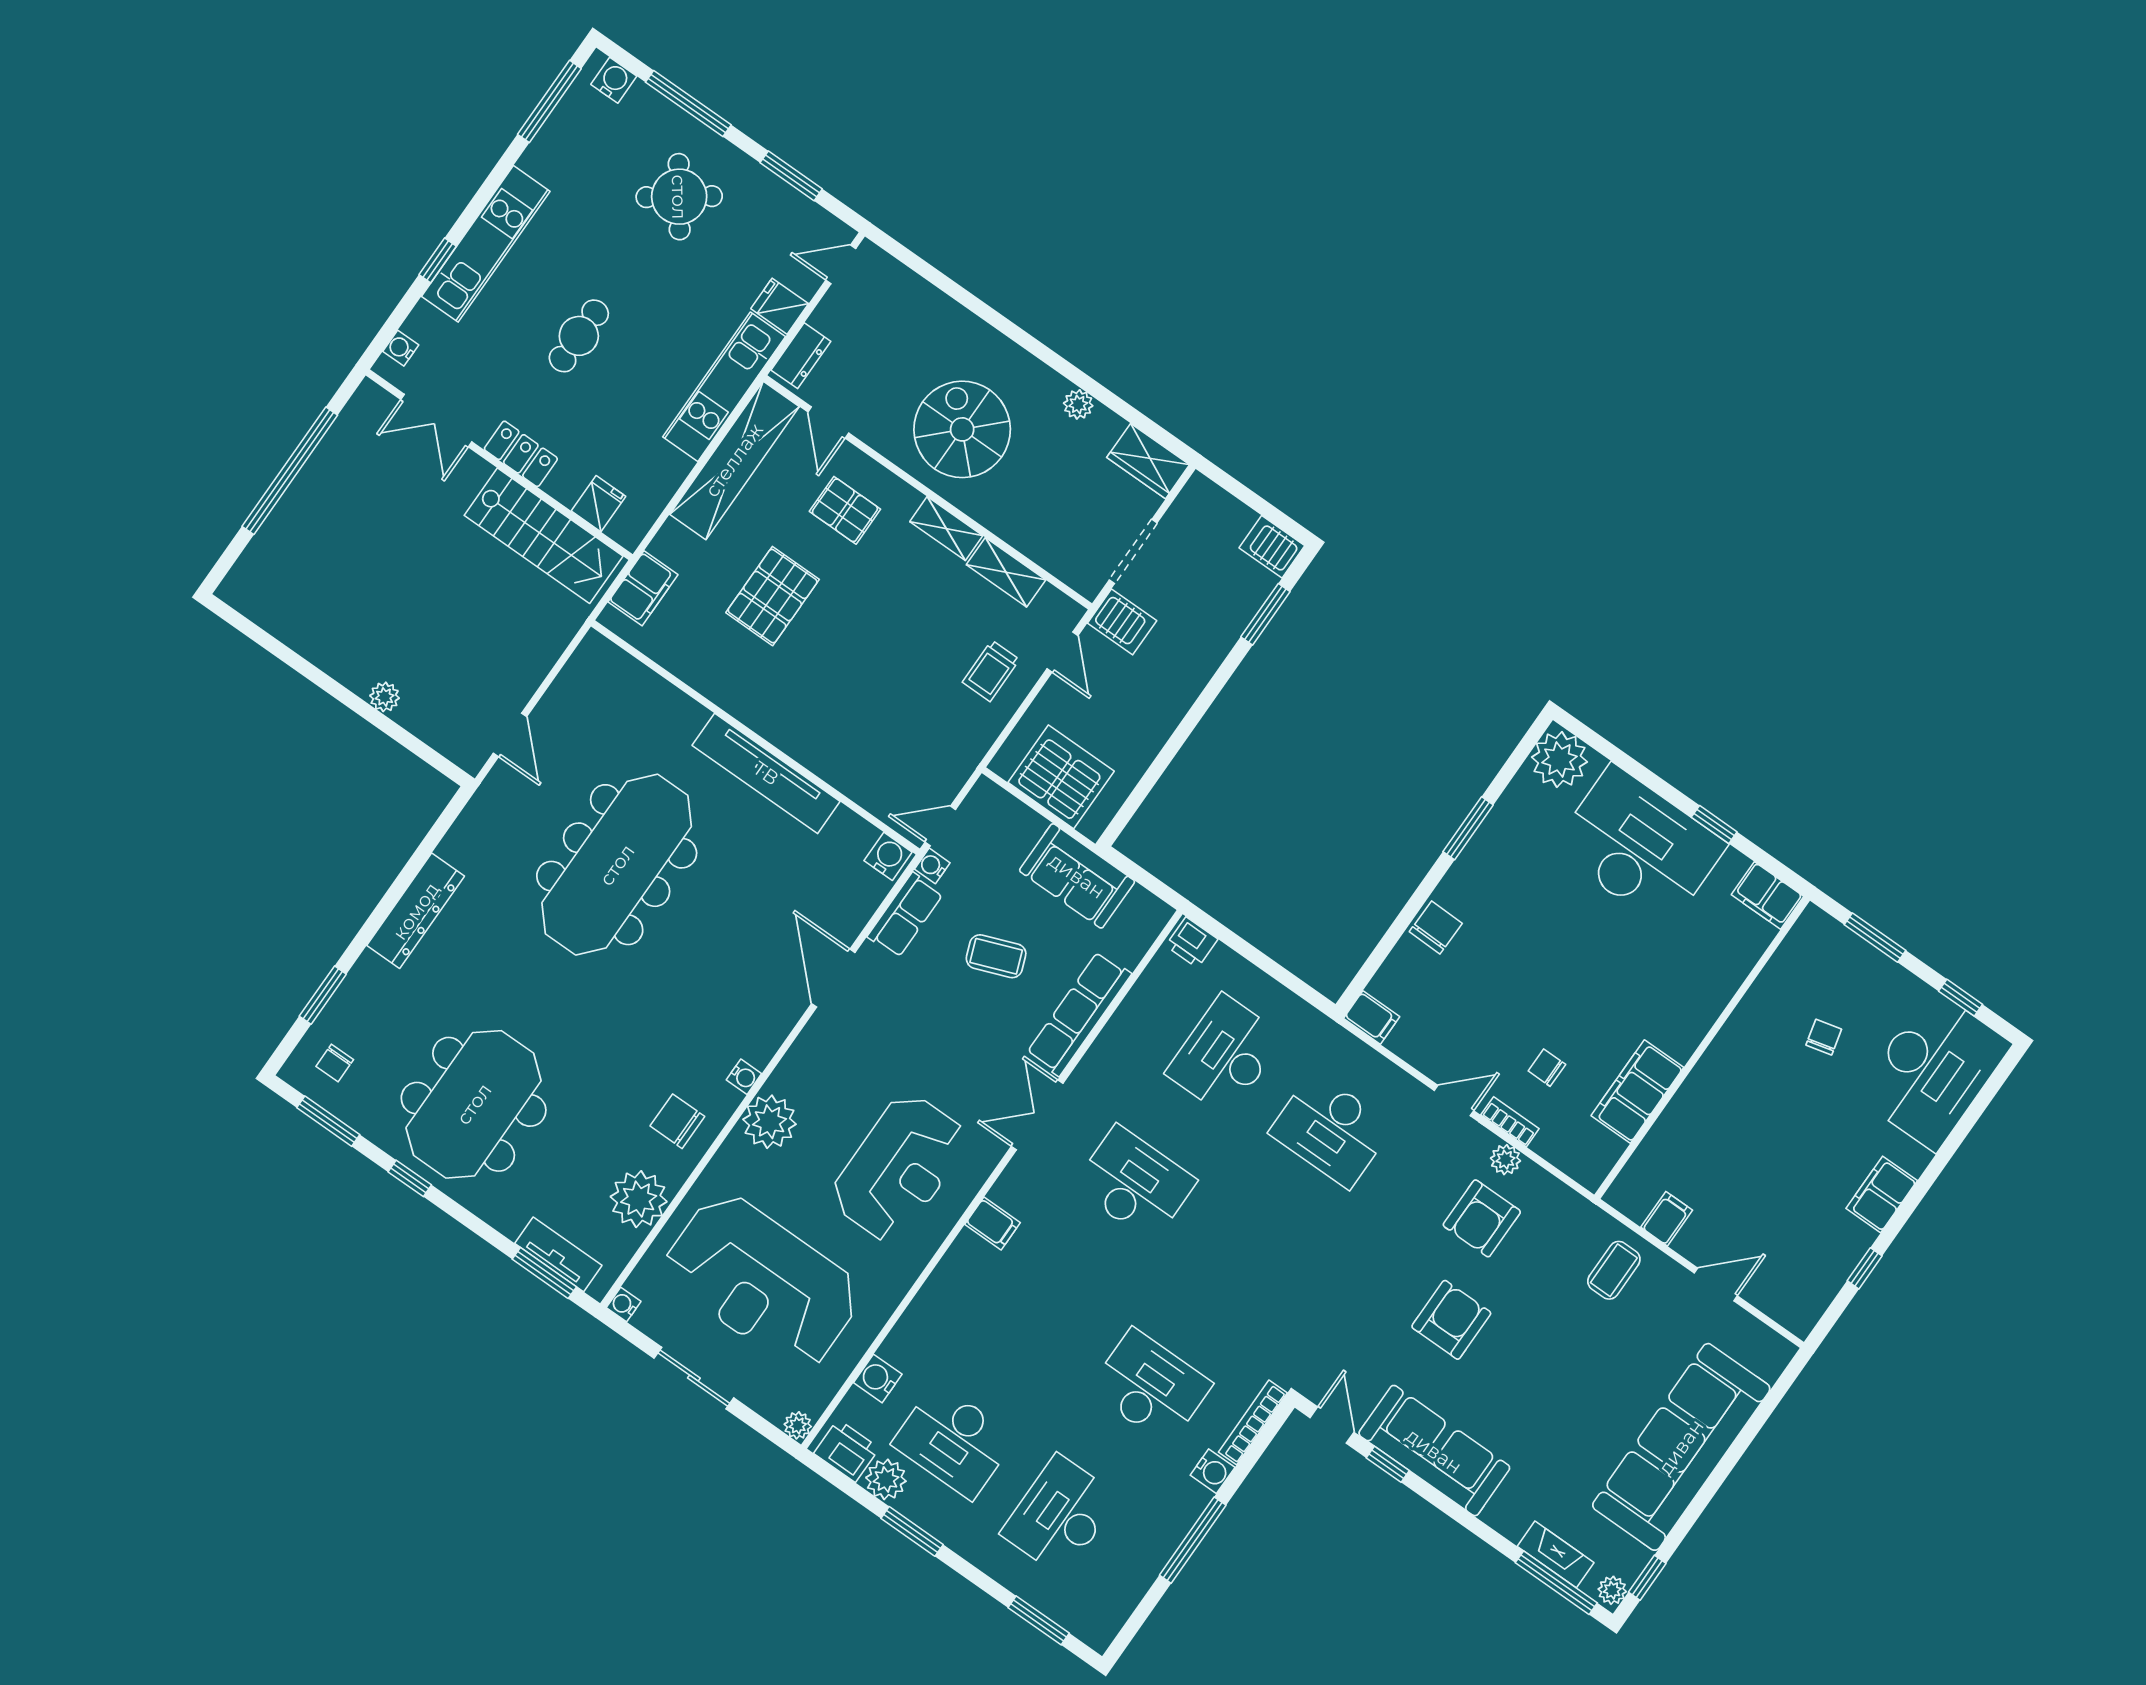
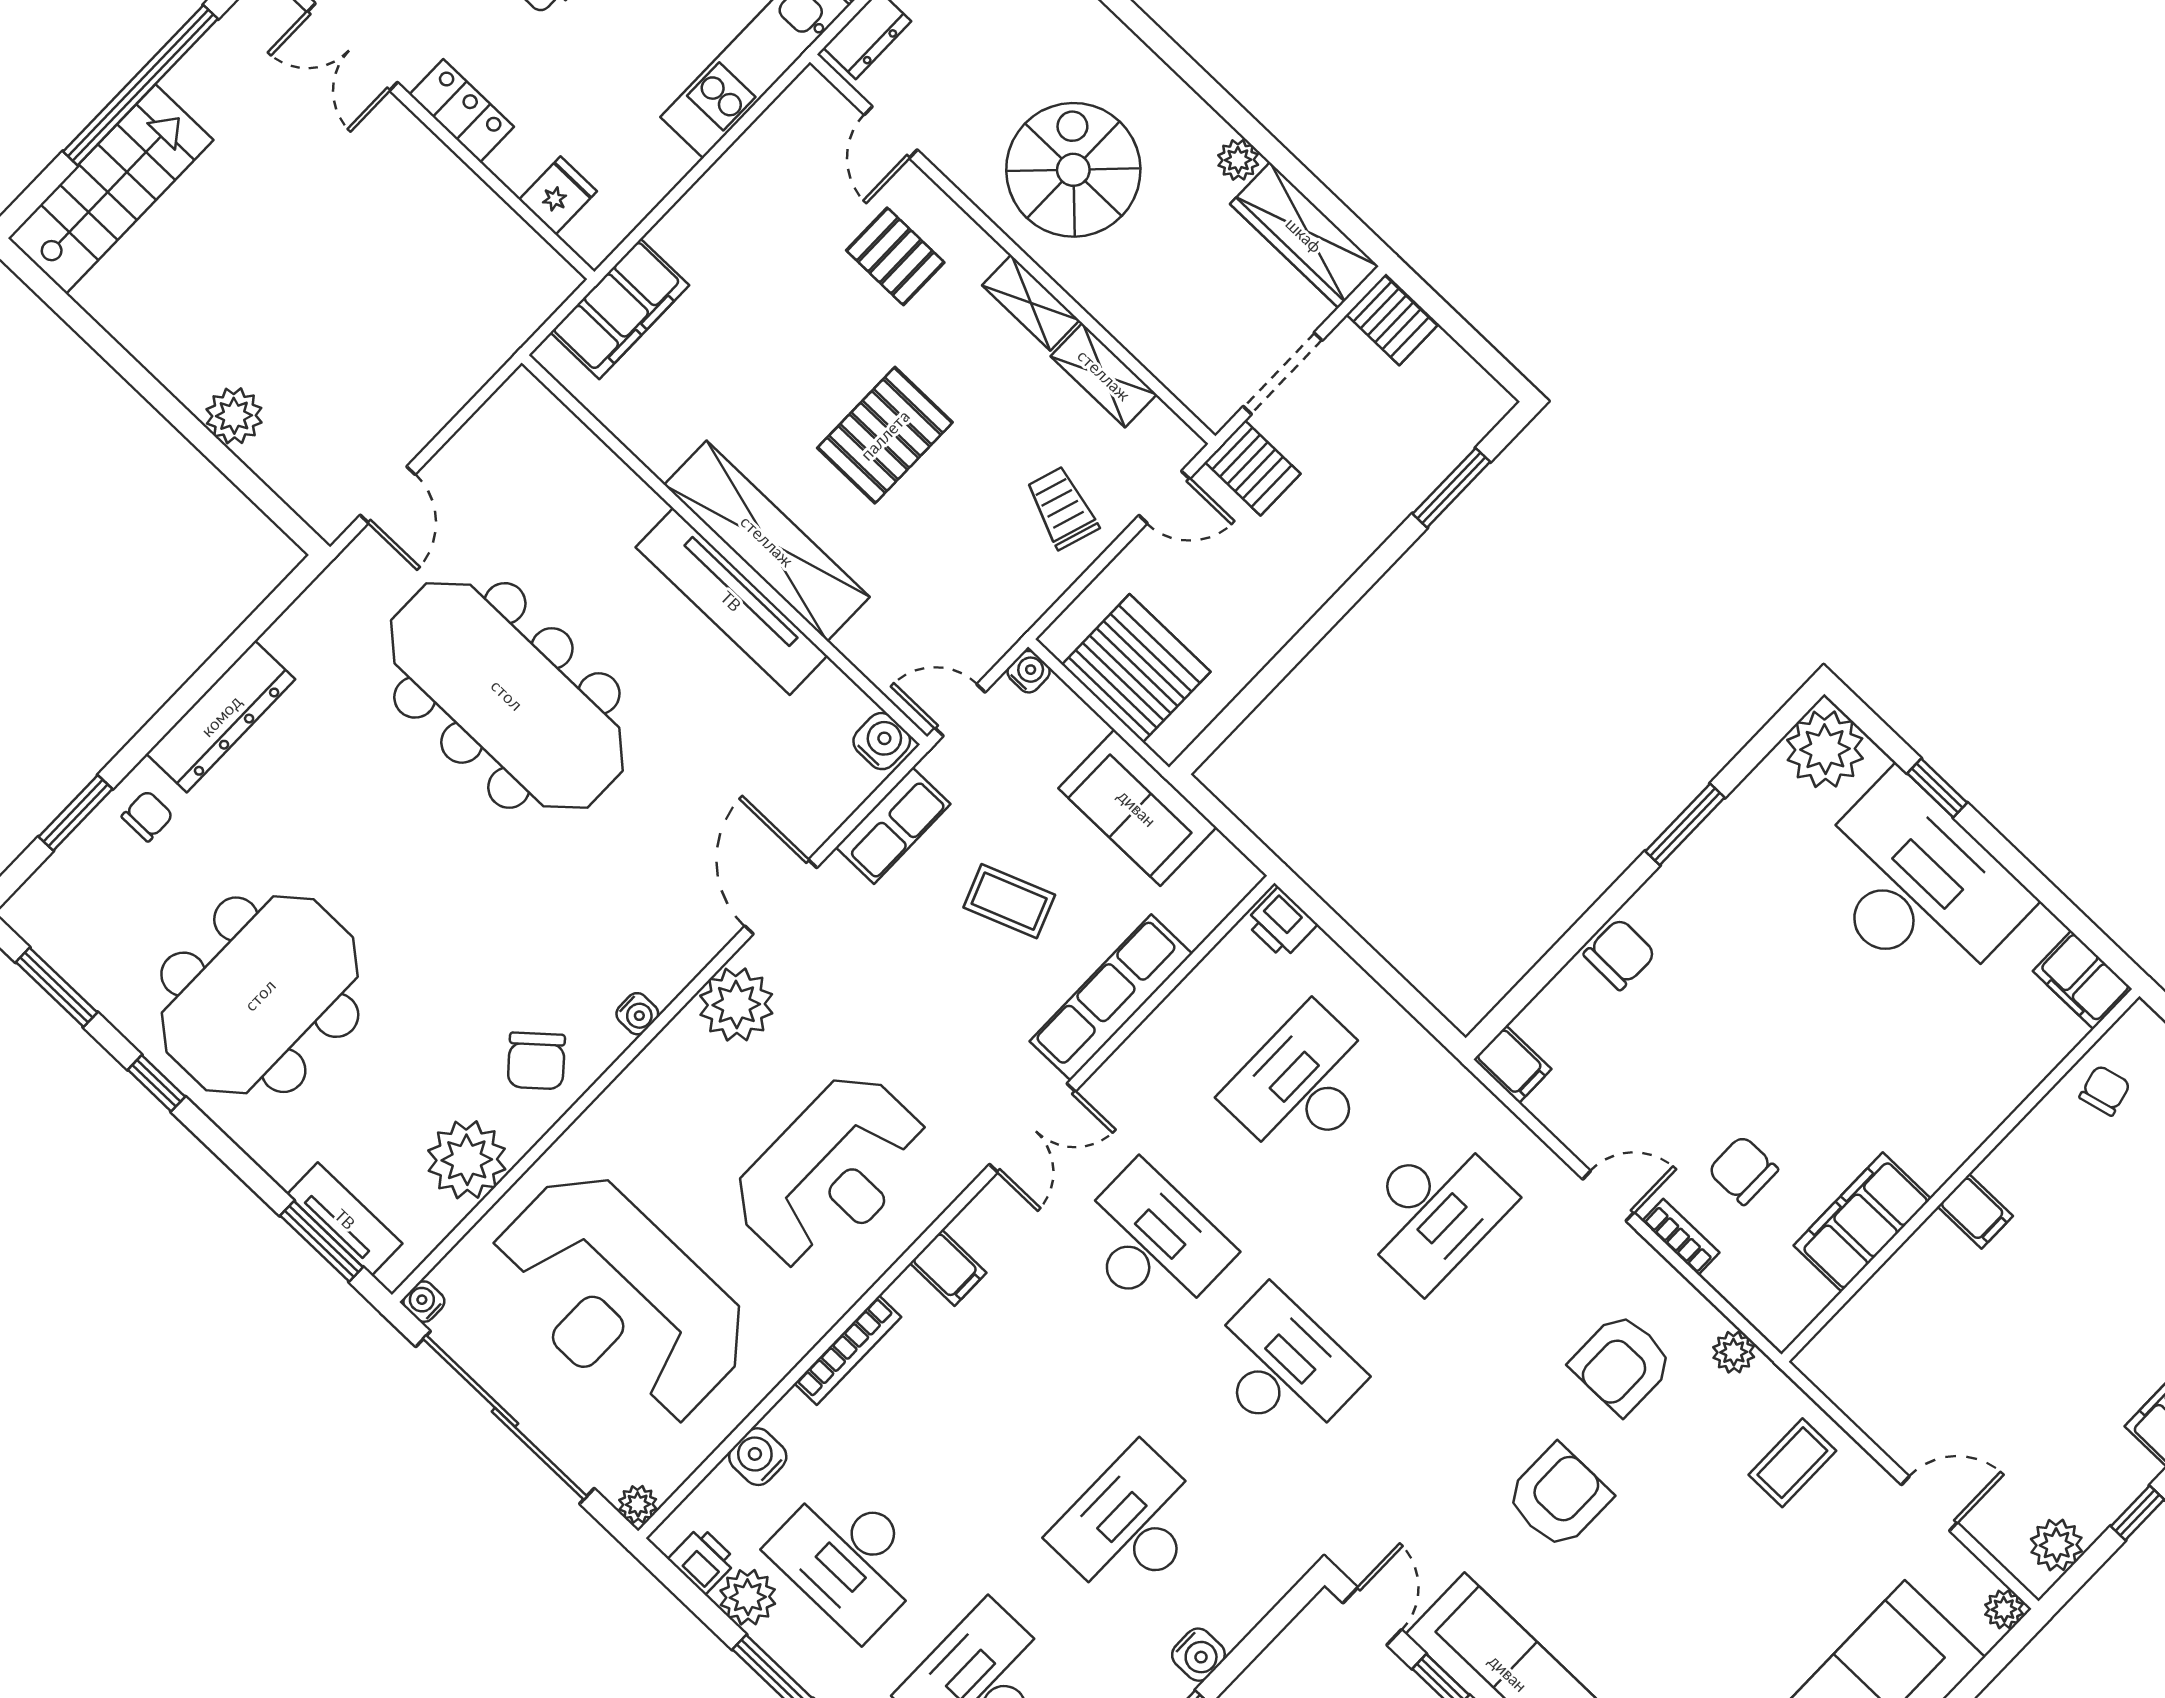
shelving: (734, 460) -> (767, 541), moved, turned 90
wardrobe: (1148, 461) -> (1304, 235), width x1.50
stairs: (544, 536) -> (111, 189), moved, turned -90
server rack: (1272, 547) -> (1392, 320), moved, turned 180
filing cabinet: (643, 588) -> (620, 309), width x1.50, depth x1.17
pallet: (773, 596) -> (885, 435), moved
door: (1062, 652) -> (1164, 497), hinge flipped
trolley: (991, 671) -> (1062, 508), turned 108
plant: (385, 697) -> (234, 416), width x1.38, depth x1.38
window: (1714, 825) -> (1937, 788), moved
meeting table: (617, 865) -> (507, 695), turned 90
water cooler: (932, 866) -> (1029, 672), moved, turned 90
chair: (1824, 1037) -> (2105, 1090), moved
chair: (335, 1063) -> (147, 816), moved, turned 180
chair: (1547, 1068) -> (1743, 1170), width x1.37, depth x1.37
double door: (1037, 1115) -> (1032, 1128), swing flipped
chair: (677, 1121) -> (536, 1061), turned -131
plant: (770, 1122) -> (736, 1005), moved
desk: (1331, 1130) -> (1433, 1210), turned -90
plant: (1505, 1160) -> (1734, 1352), moved
filing cabinet: (1667, 1219) -> (1975, 1211), moved, turned 90
desk: (1241, 1258) -> (1282, 1368), added
plant: (1811, 1300) -> (2056, 1545), added
plant: (1780, 1351) -> (2004, 1609), added
sliding door: (694, 1378) -> (505, 1417), width x1.86
desk: (1150, 1387) -> (1131, 1525), turned -90
bookcase: (1253, 1422) -> (848, 1350), moved, turned 180
printer: (847, 1451) -> (703, 1560), width x0.73, depth x0.81

